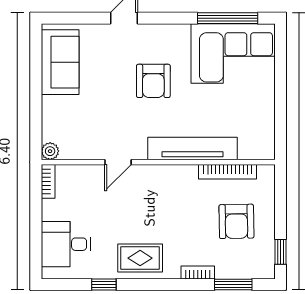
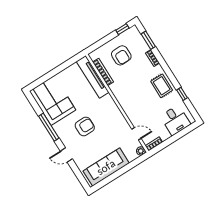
window: (228, 18) -> (49, 127), moved
sofa: (60, 62) -> (106, 167), width x1.36
tv unit: (192, 149) -> (93, 77), moved
door: (118, 162) -> (136, 134), moved
armchair: (236, 221) -> (121, 55), turned 91

